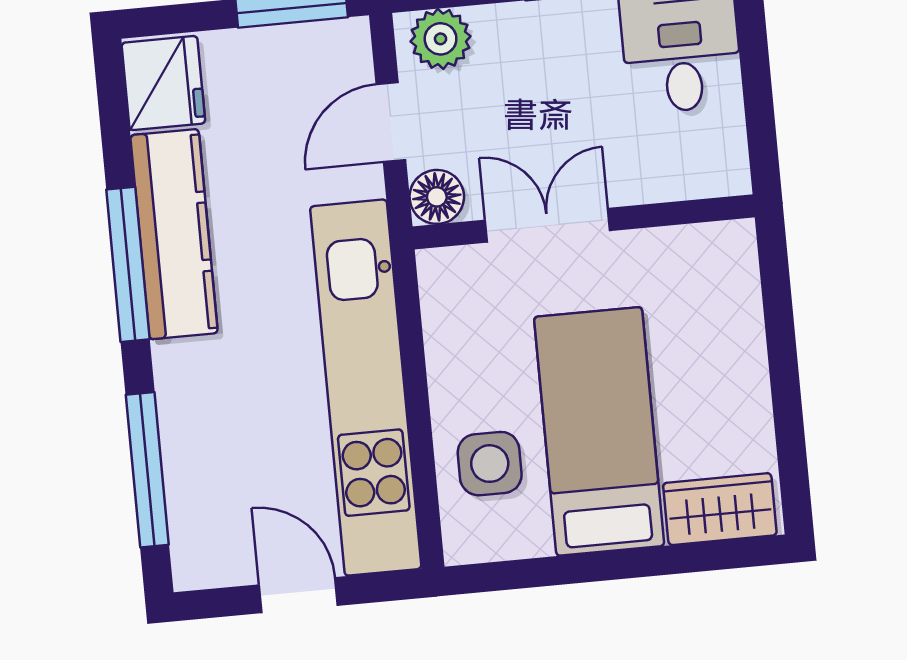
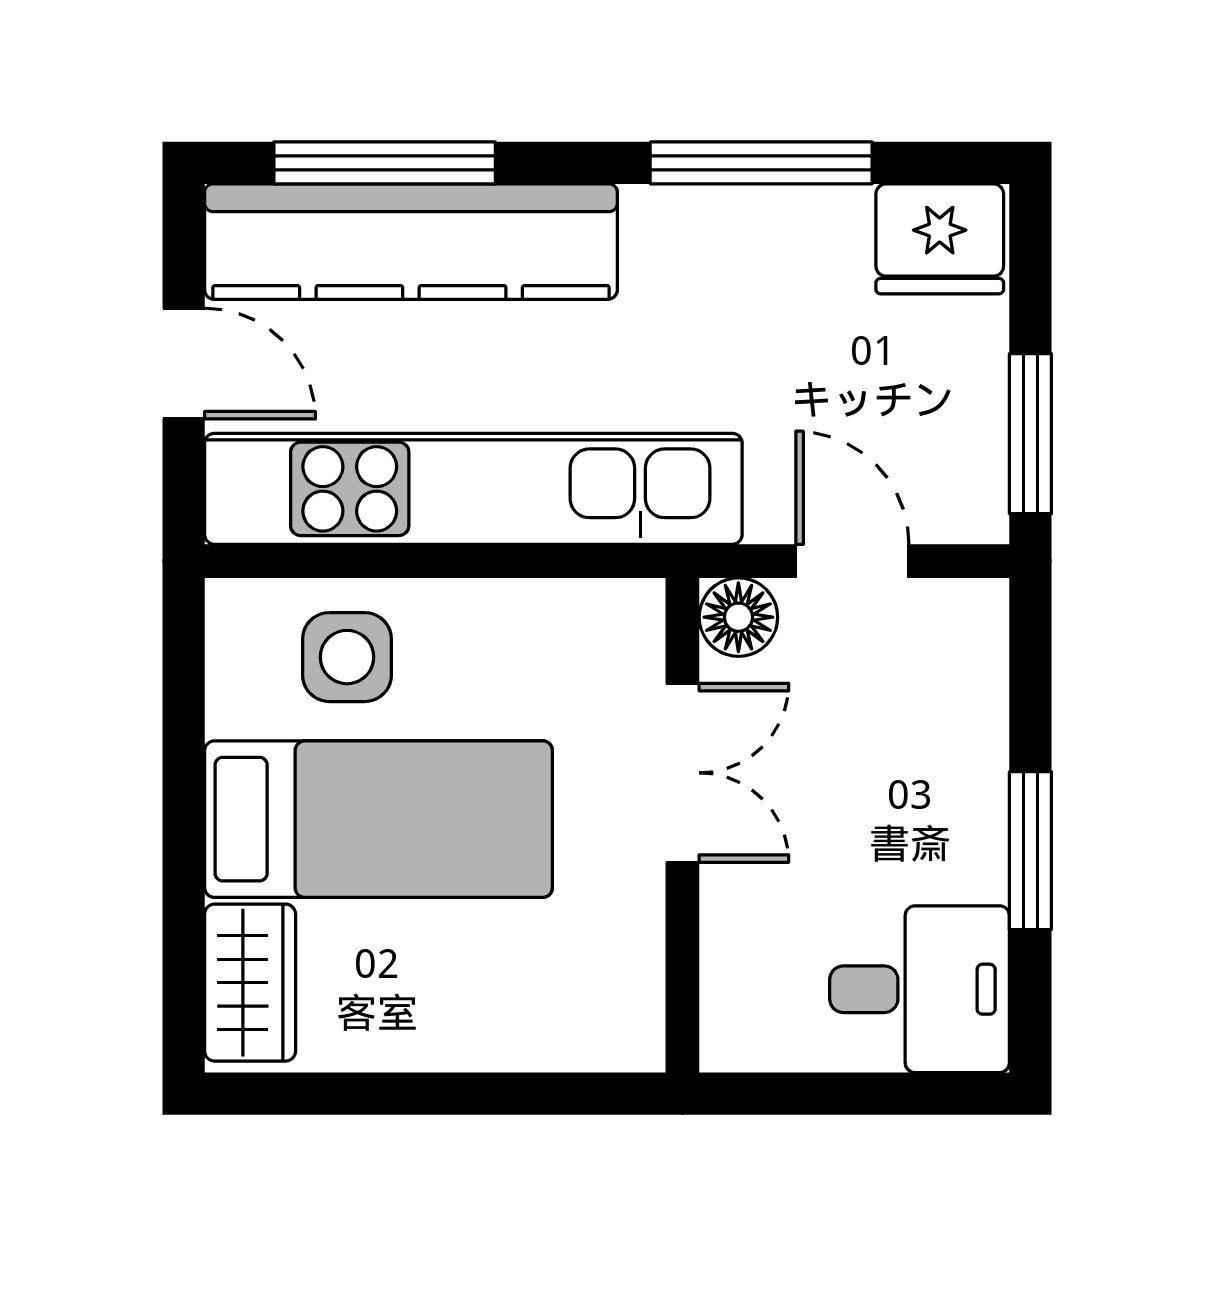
plant: (441, 39) -> (966, 644), removed
kitchen counter: (174, 234) -> (411, 242), moved, width x1.39, depth x1.17
window: (128, 264) -> (761, 163), moved
door: (298, 595) -> (184, 364), hinge flipped

